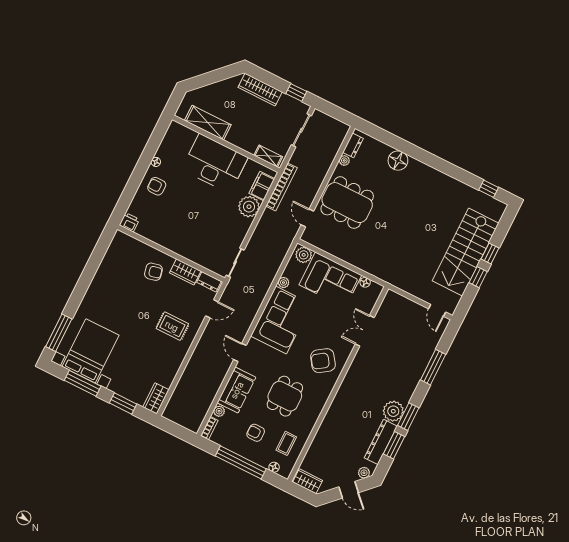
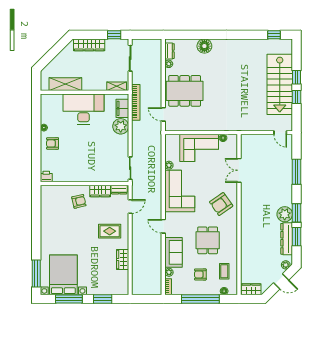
plant: (304, 255) -> (173, 140), removed
wardrobe: (156, 398) -> (123, 259), moved

